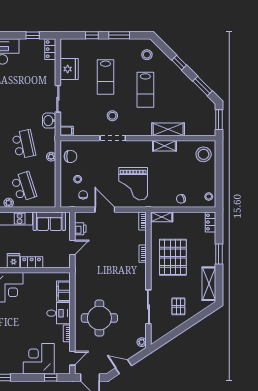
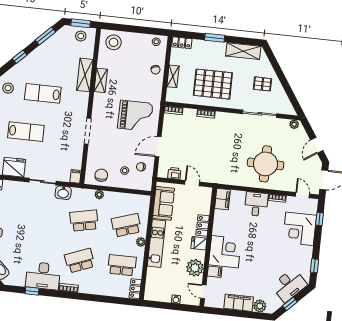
lab bench: (145, 90) -> (43, 93), turned 180
stool: (112, 116) -> (81, 36), moved
shelving: (162, 217) -> (173, 76), moved
filing cabinet: (63, 291) -> (222, 199), moved, turned -90

